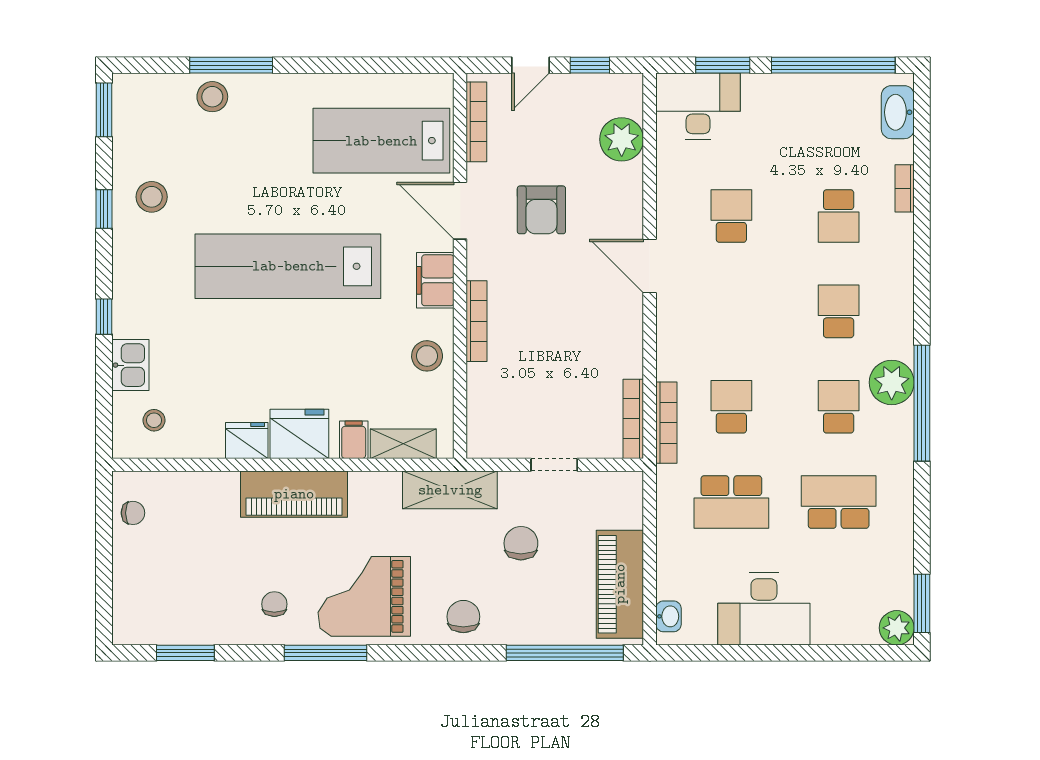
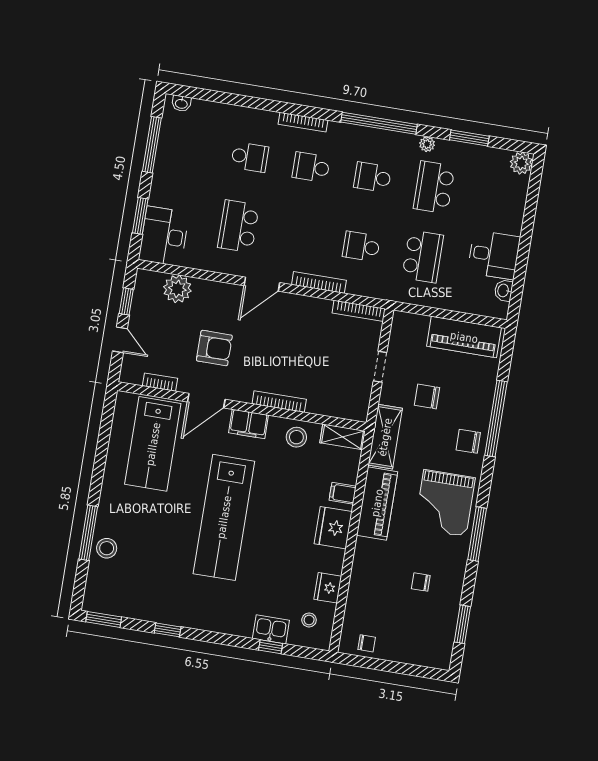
window: (833, 65) -> (152, 145), width x0.68
washbasin: (898, 112) -> (181, 103), width x0.52, depth x0.69
bookcase: (476, 122) -> (160, 382), width x0.64
bookcase: (905, 188) -> (303, 122), moved, width x1.56
stool: (152, 197) -> (165, 598), removed
school desk: (731, 216) -> (238, 226), width x1.85
window: (104, 317) -> (271, 647), moved
plant: (892, 382) -> (427, 144), moved, width x0.53, depth x0.53
bookcase: (666, 423) -> (319, 282), moved
fridge: (247, 440) -> (328, 588), moved
shelving: (403, 444) -> (343, 437), moved, turned 90
piano: (294, 494) -> (377, 503), moved
chair: (133, 513) -> (367, 643), turned 90
window: (922, 603) -> (469, 138), moved
chair: (274, 604) -> (421, 582), moved
desk: (764, 609) -> (494, 255), width x0.73
washbasin: (668, 616) -> (504, 291), moved, turned -90
window: (565, 653) -> (496, 419), moved

